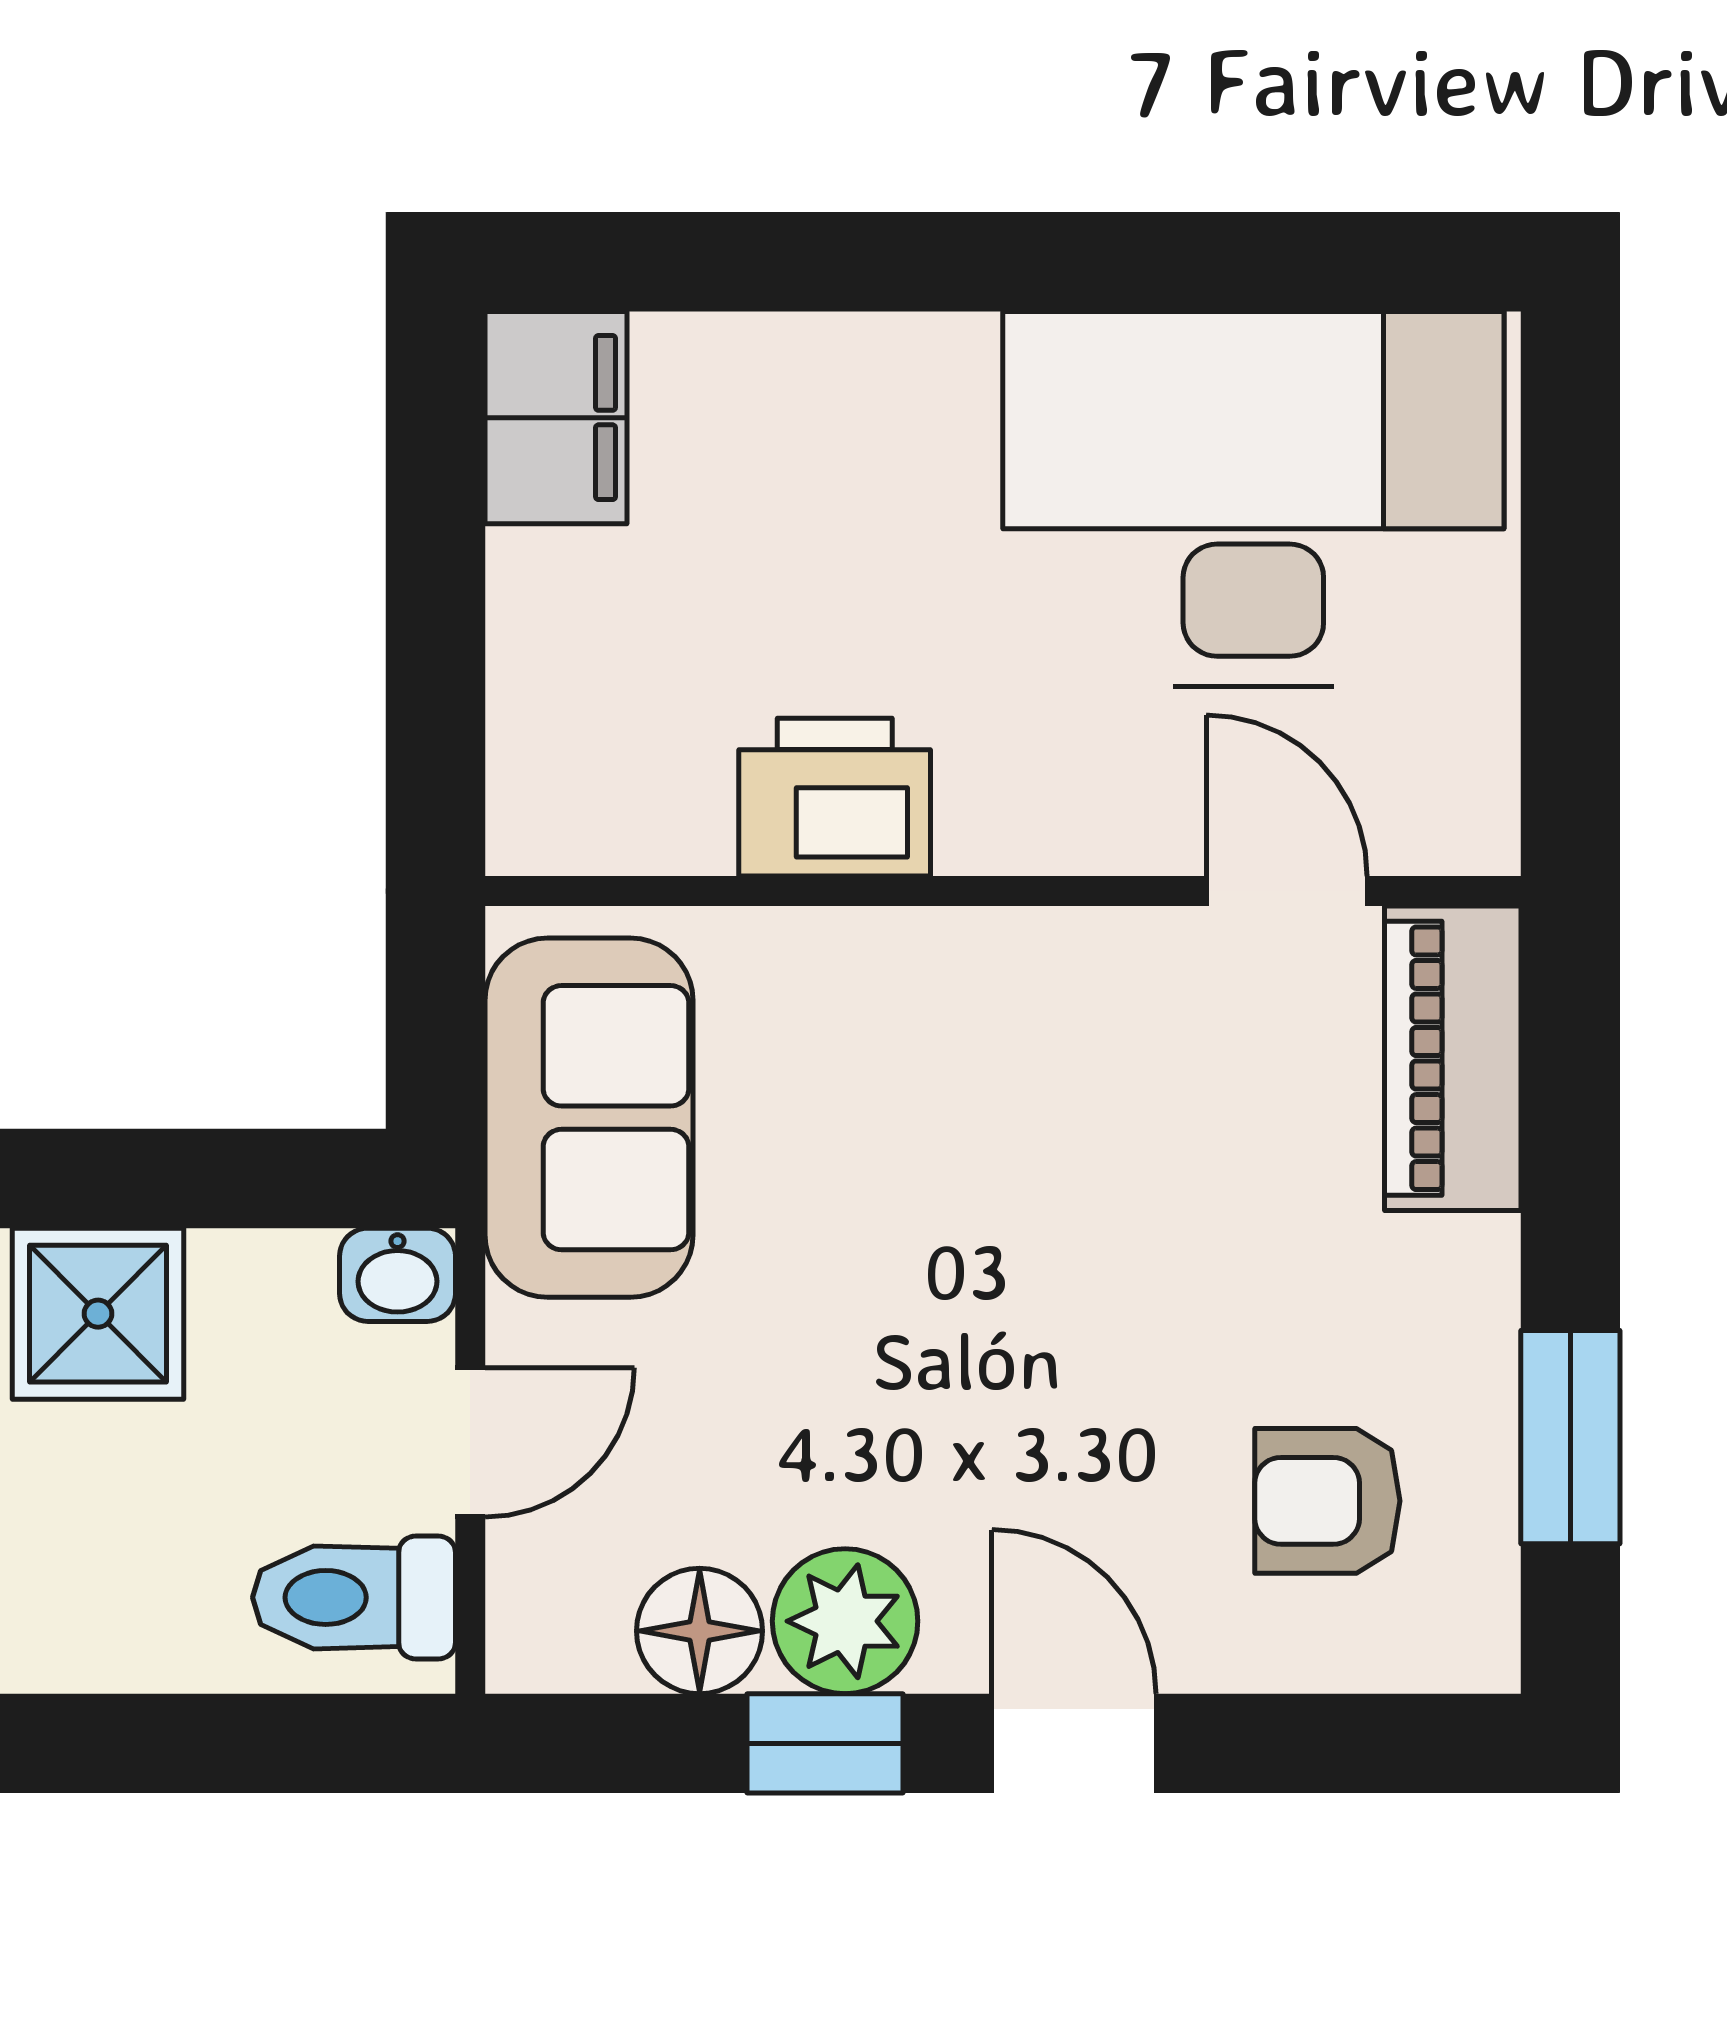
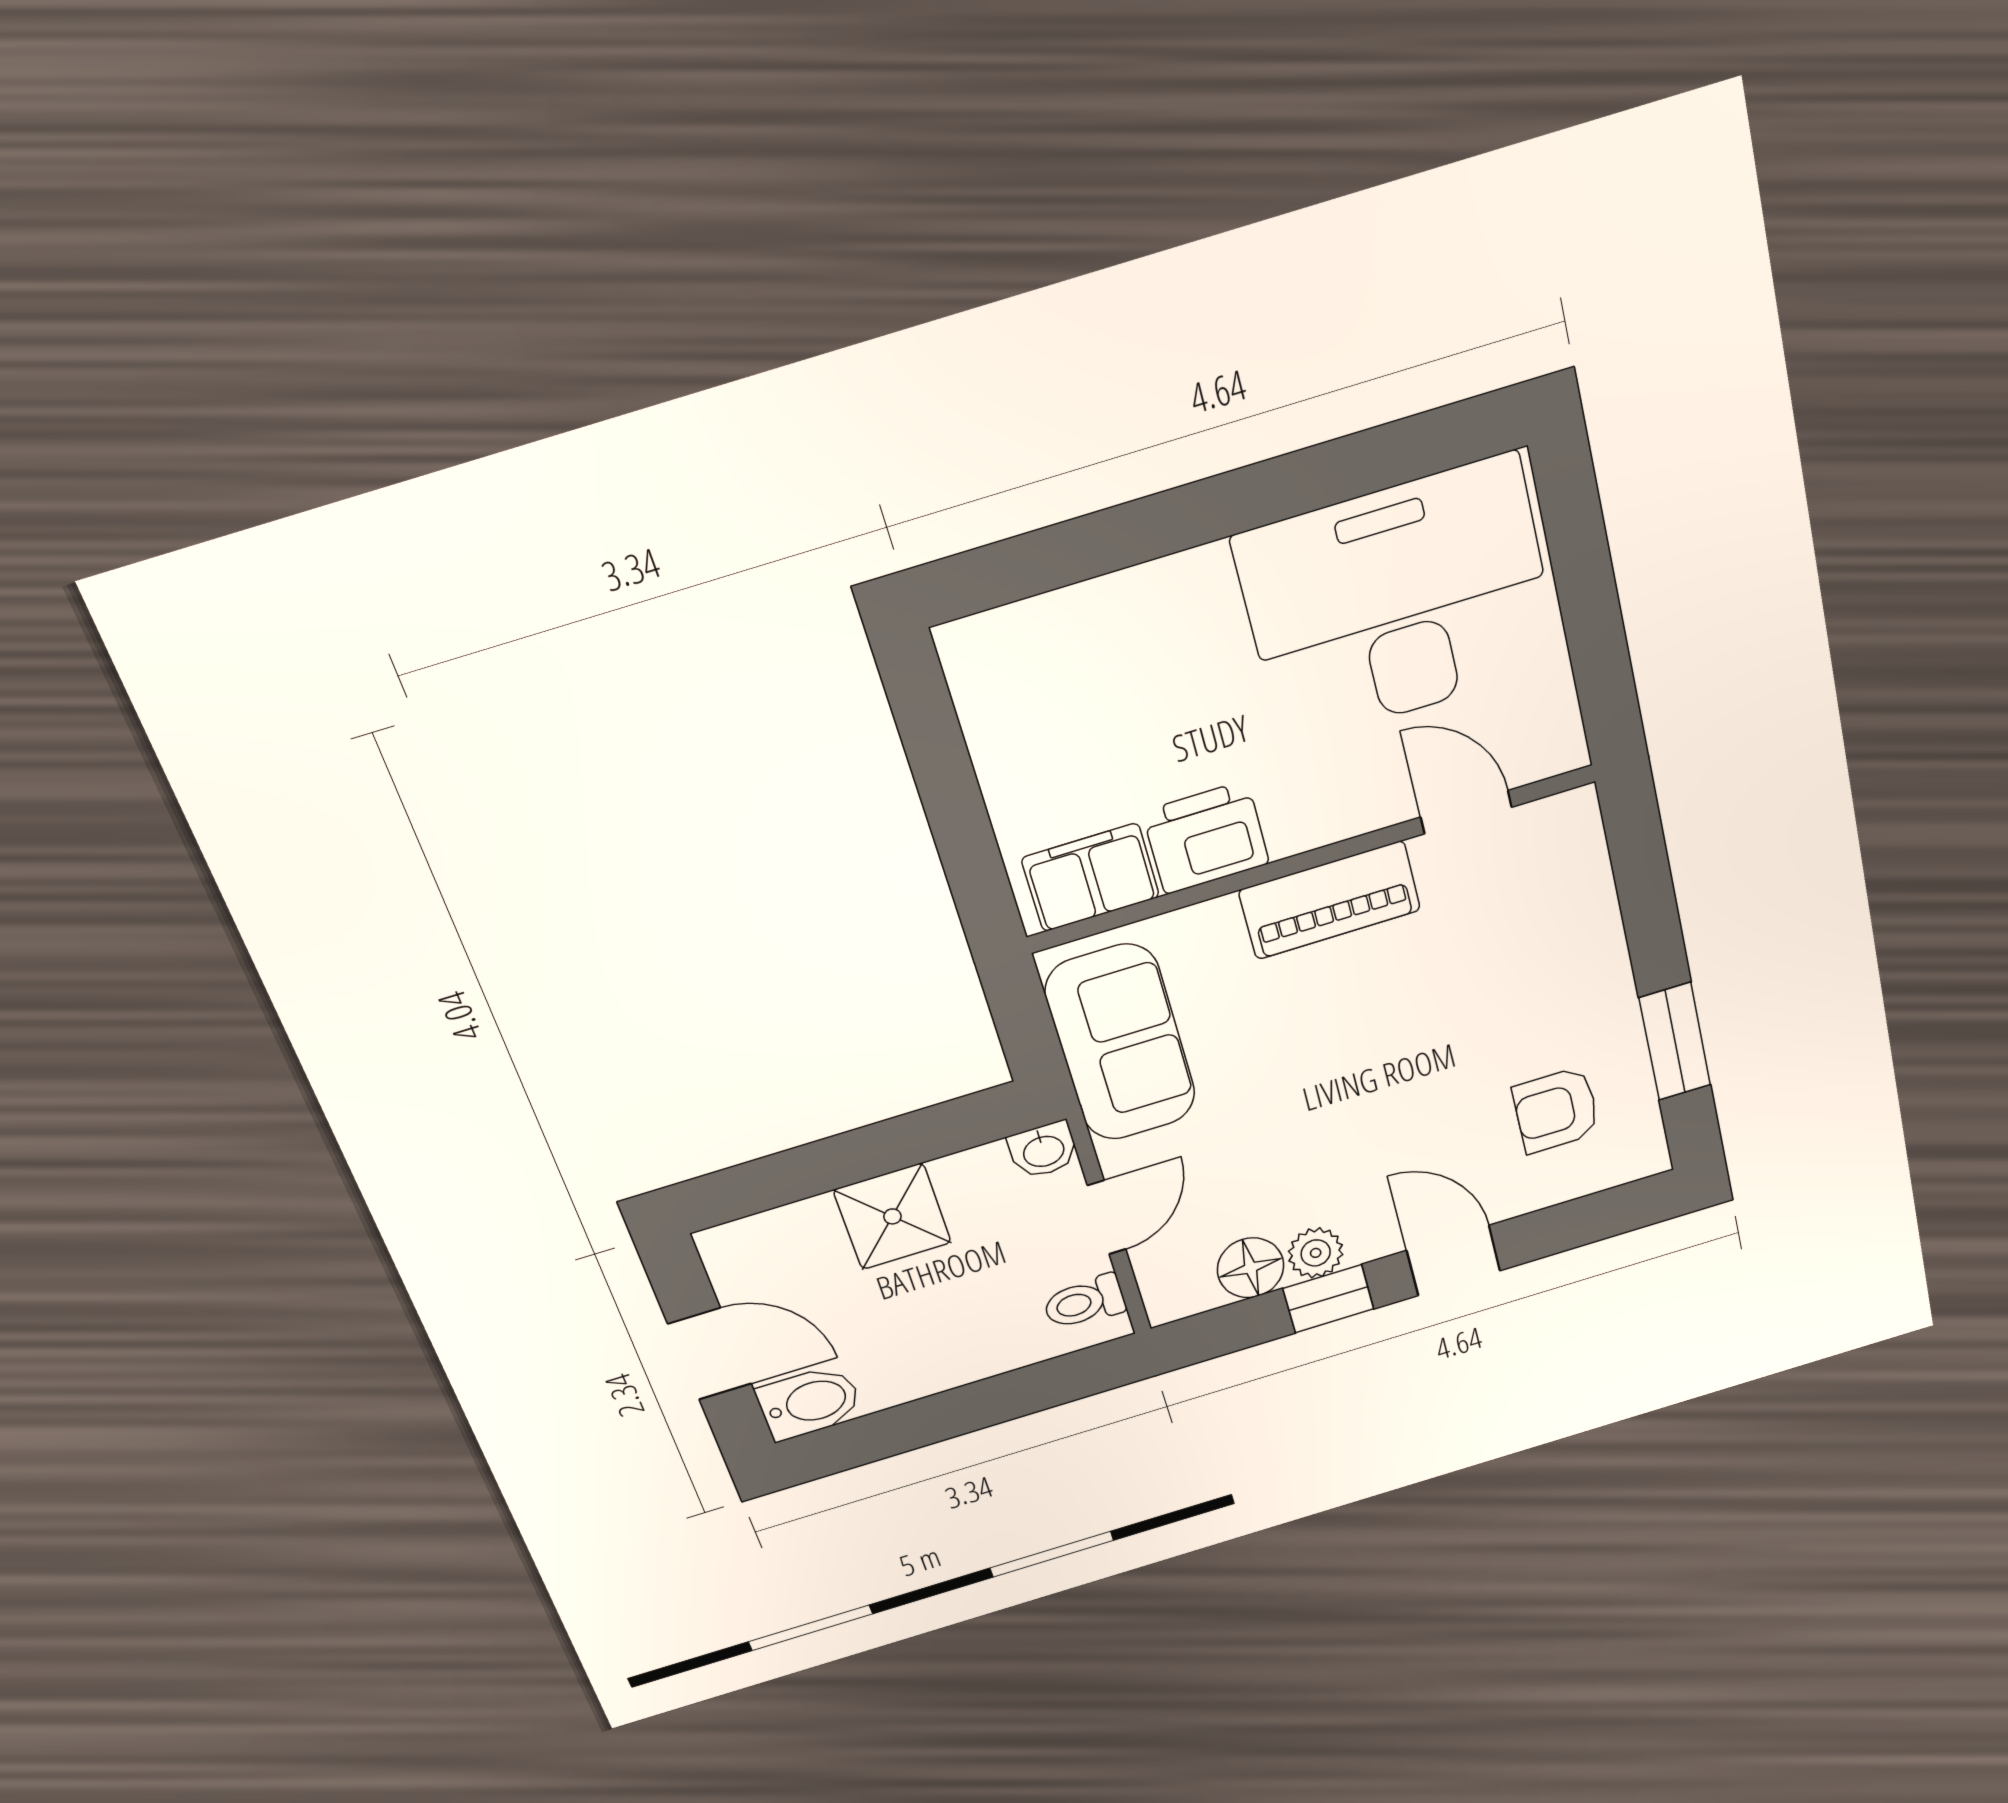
filing cabinet: (556, 418) -> (1090, 877), moved, turned -90
piano: (1453, 1058) -> (1330, 900), moved, turned -90
toilet: (354, 1597) -> (1084, 1302), width x0.73, depth x0.72
plant: (845, 1621) -> (1316, 1253), width x0.73, depth x0.73

